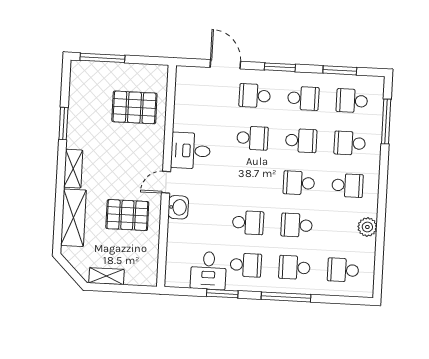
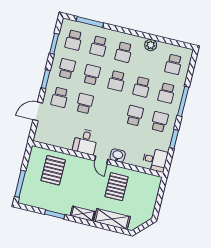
school desk: (347, 185) -> (124, 52), turned 180
desk: (208, 271) -> (155, 160), moved
shelving: (107, 276) -> (151, 206), removed

